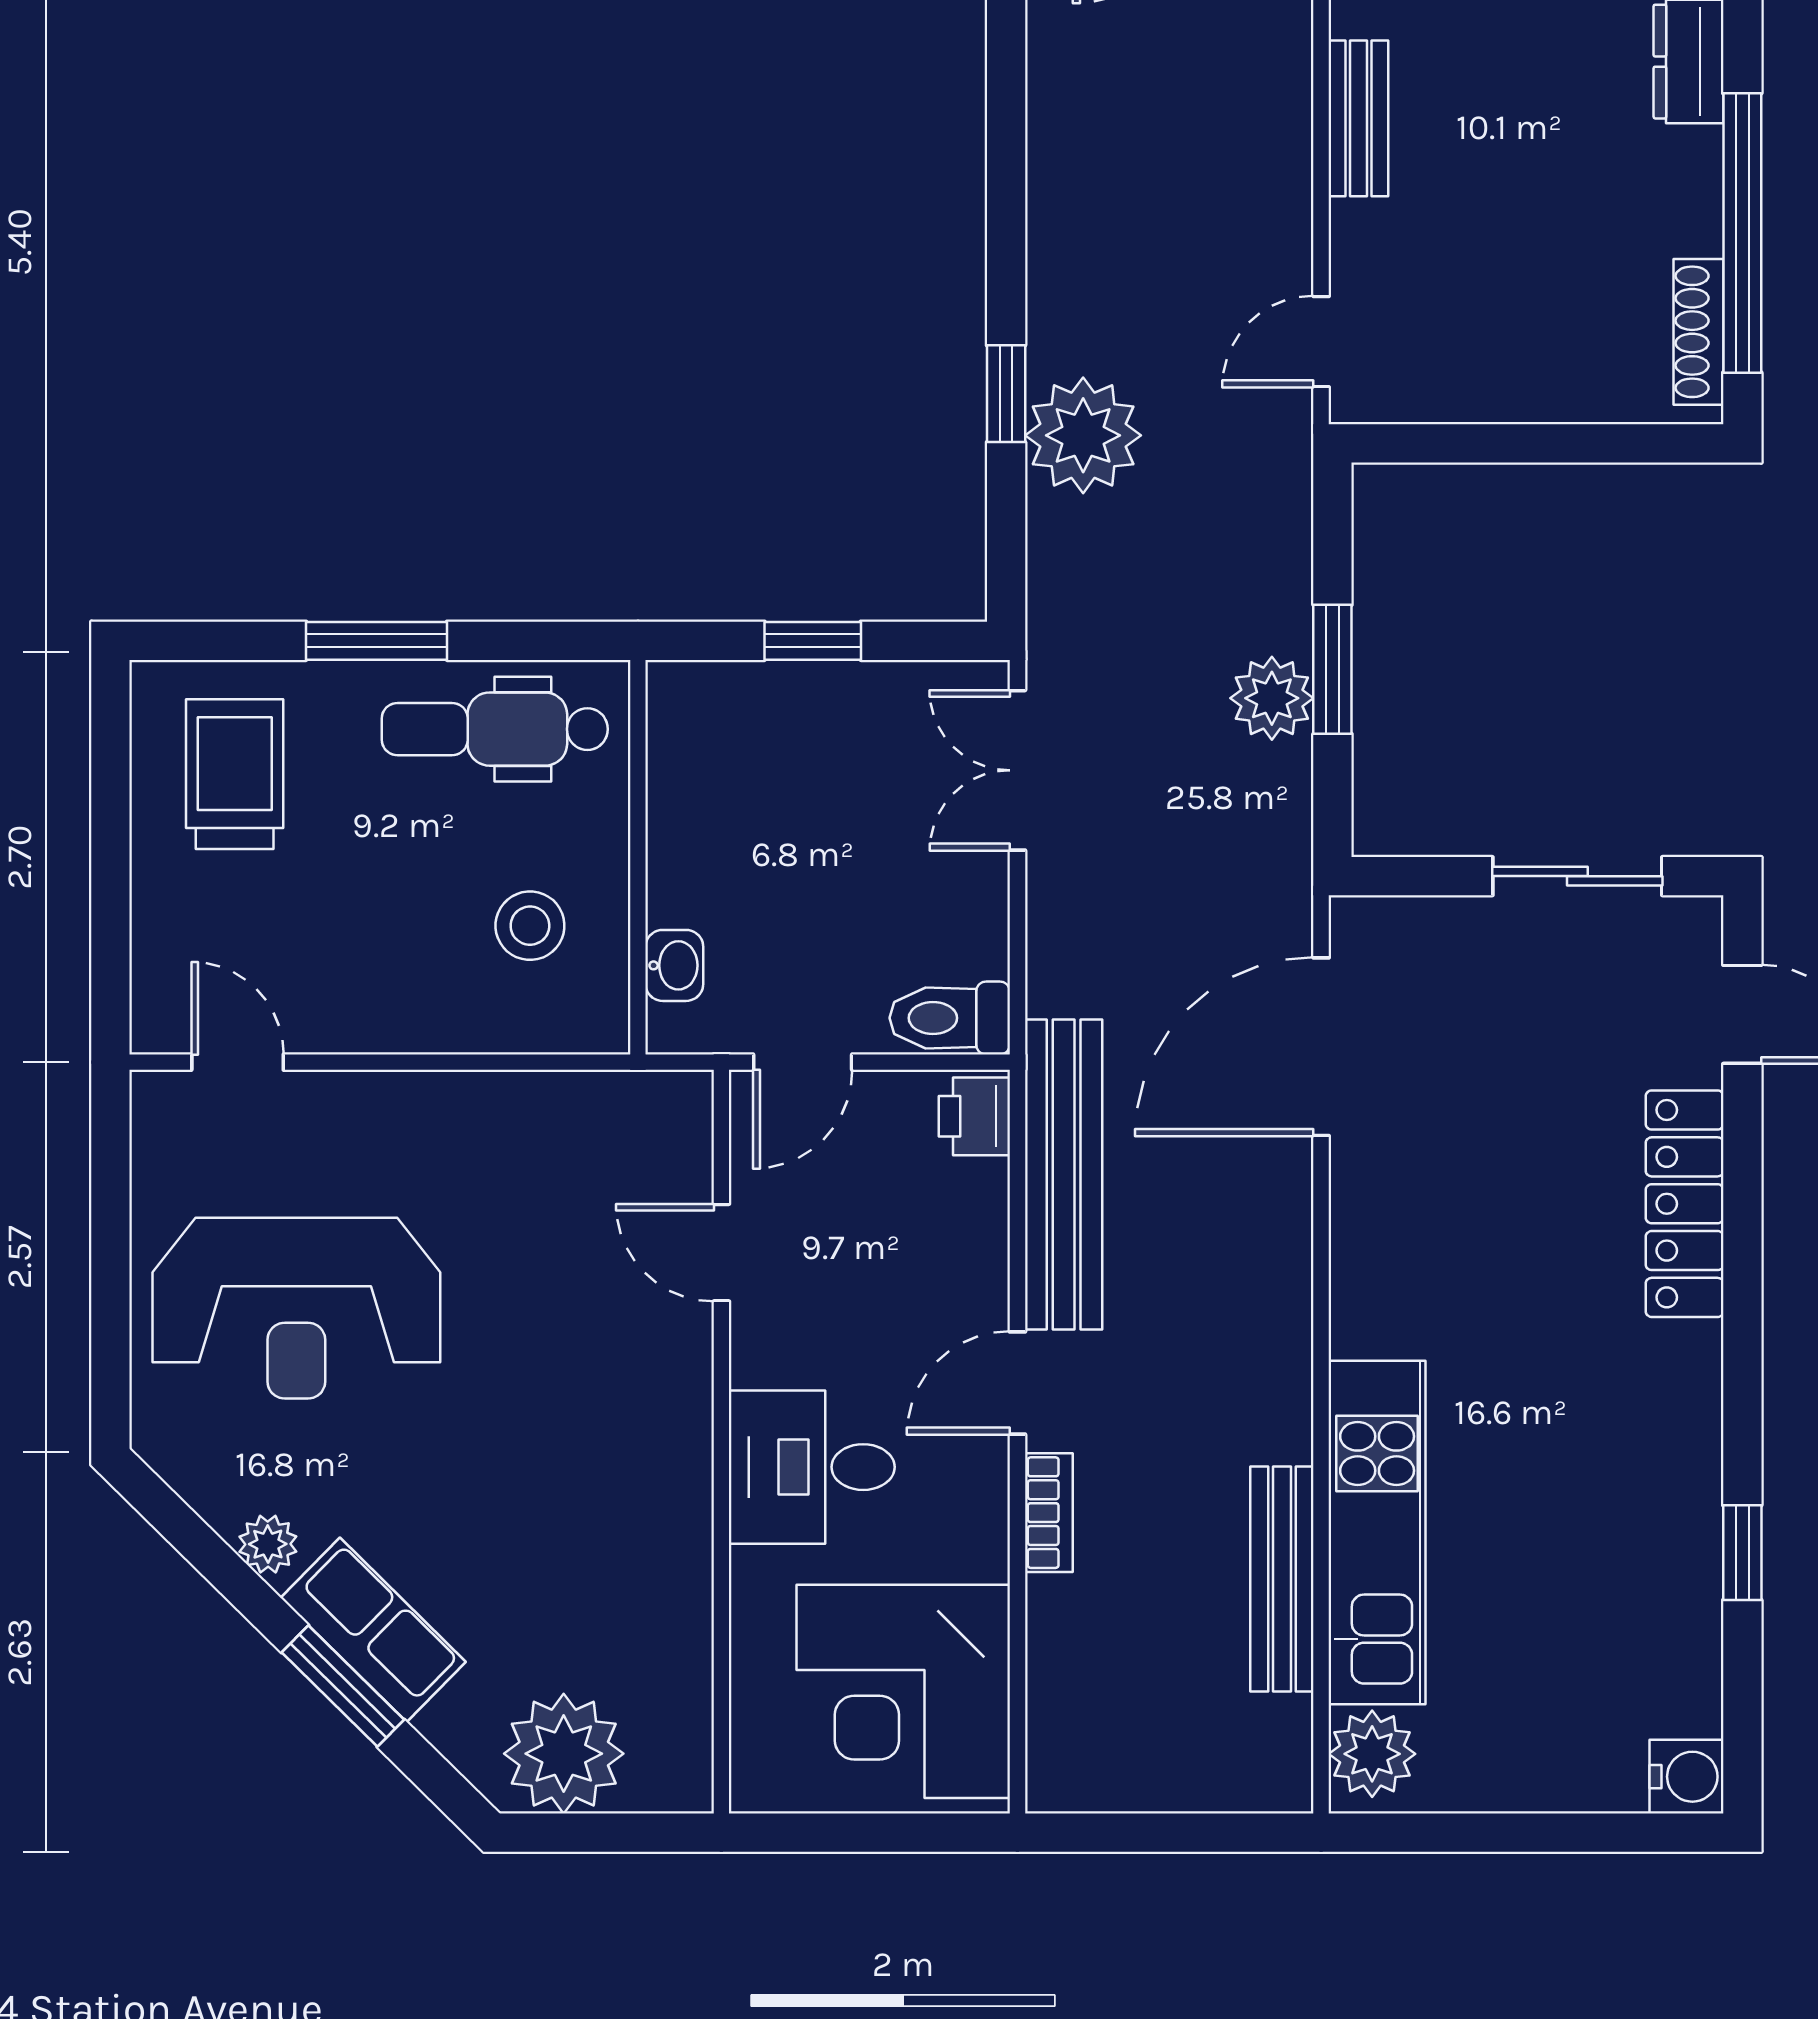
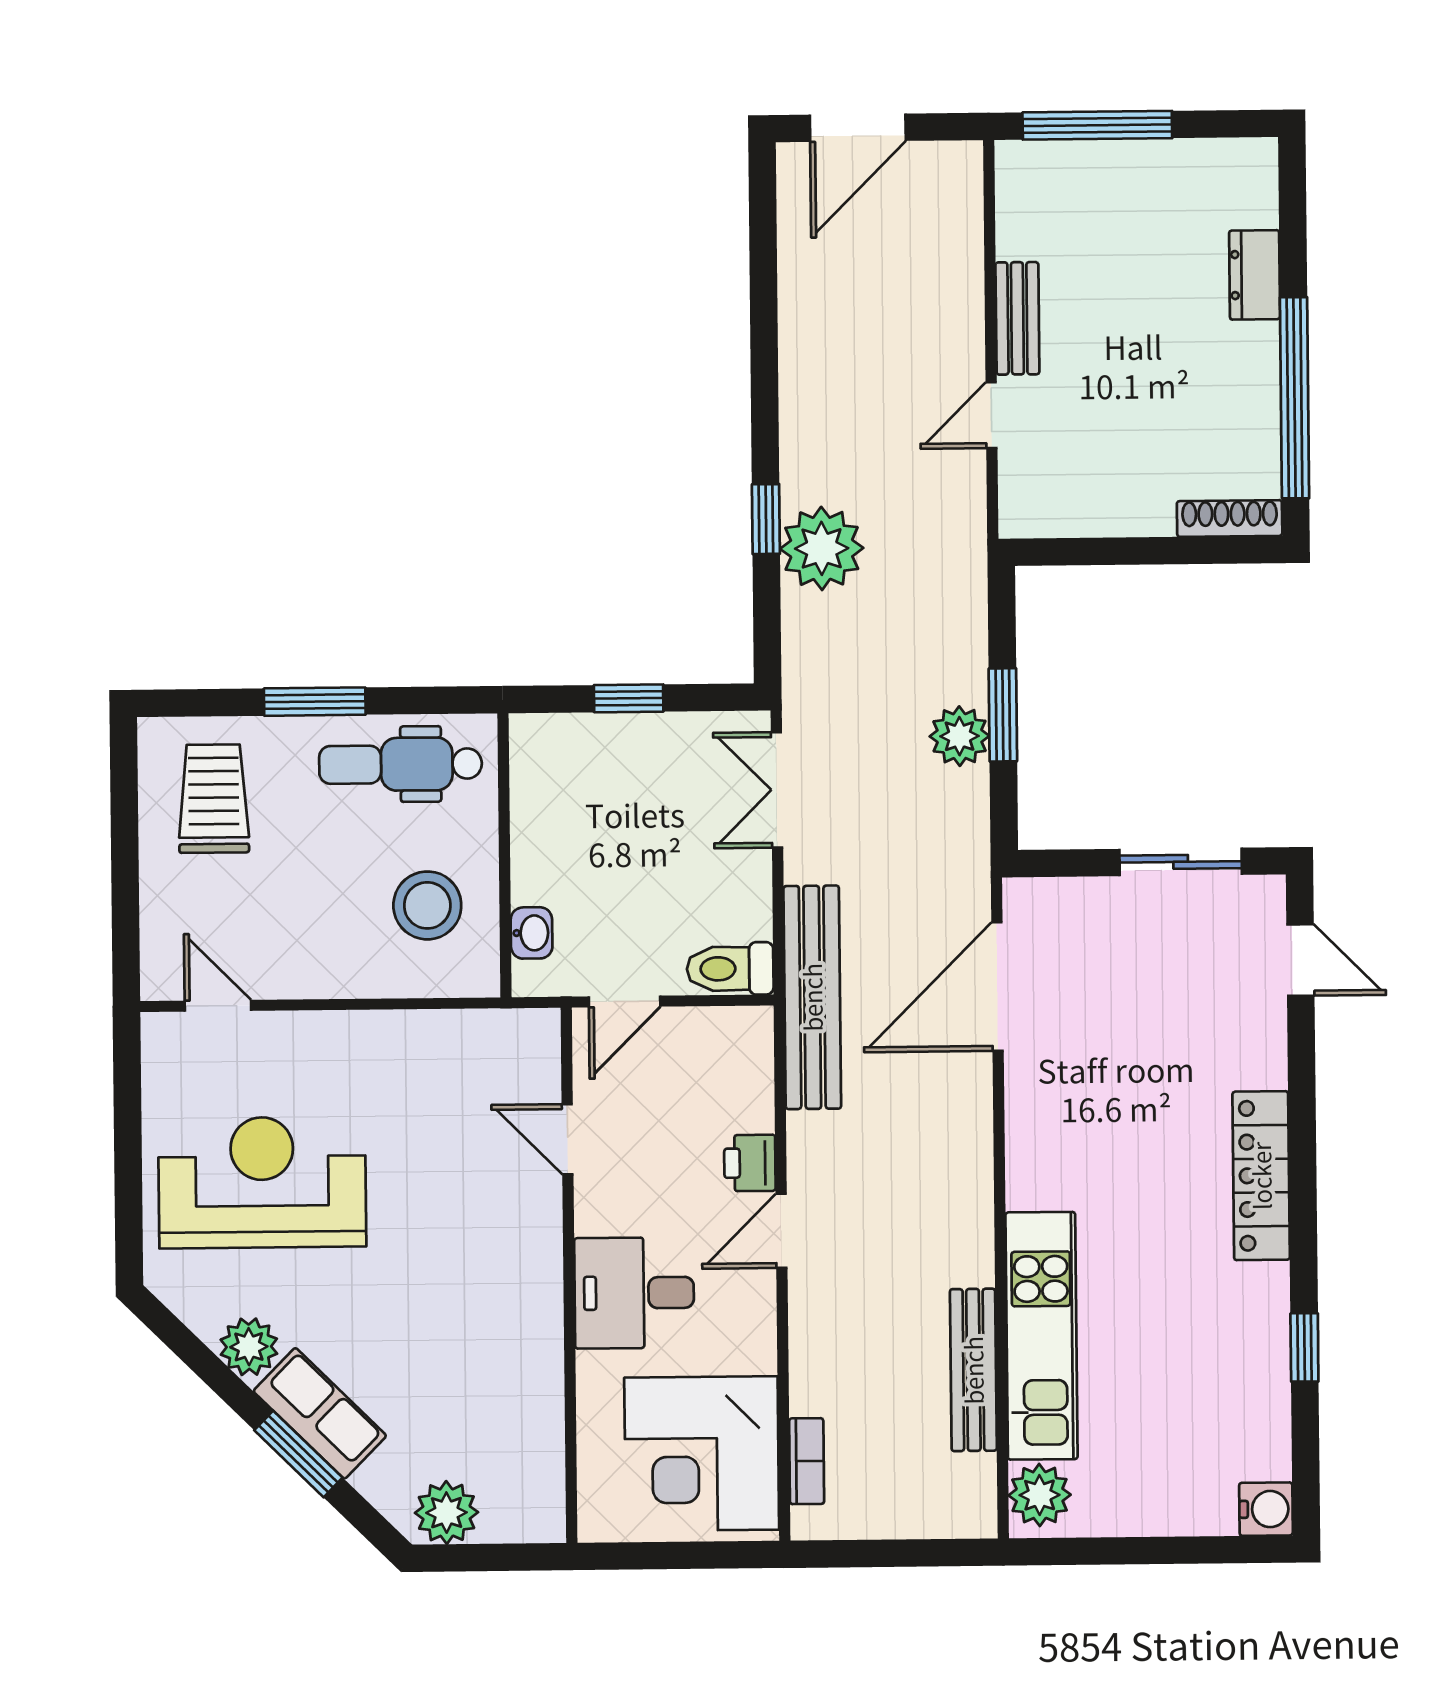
shoe rack: (1699, 332) -> (1230, 518), moved, turned 90
door: (1321, 342) -> (992, 415), moved
stool: (530, 926) -> (427, 905), width x1.38, depth x1.38
printer: (974, 1116) -> (750, 1163), moved
bench: (1064, 1175) -> (812, 997), moved
locker: (1685, 1204) -> (1261, 1176), moved
reception desk: (296, 1308) -> (262, 1182), turned 180
bookcase: (1049, 1513) -> (807, 1461), moved
plant: (268, 1544) -> (249, 1347), width x1.38, depth x1.38
plant: (564, 1754) -> (446, 1513), width x0.73, depth x0.73

